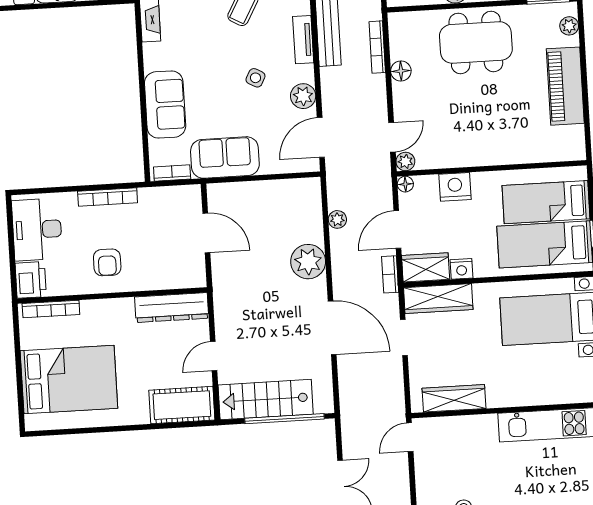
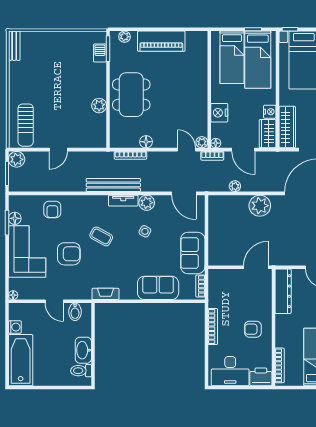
plant: (303, 96) -> (147, 203), moved
door: (206, 233) -> (256, 267), moved
armchair: (107, 262) -> (253, 329), turned 180
bookcase: (390, 274) -> (212, 156), moved

